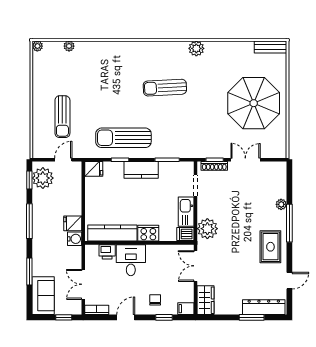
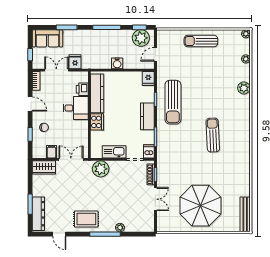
bench: (271, 47) -> (245, 214), width x1.36
plant: (196, 48) -> (244, 88), moved
sun lounger: (62, 117) -> (201, 41), moved
sun lounger: (123, 138) -> (173, 102), turned 180
door: (63, 160) -> (155, 54), swing flipped
fridge: (73, 223) -> (75, 62), moved
dishwasher: (185, 234) -> (149, 151), moved
water cooler: (75, 239) -> (117, 63), moved
filing cabinet: (186, 309) -> (51, 152), moved

